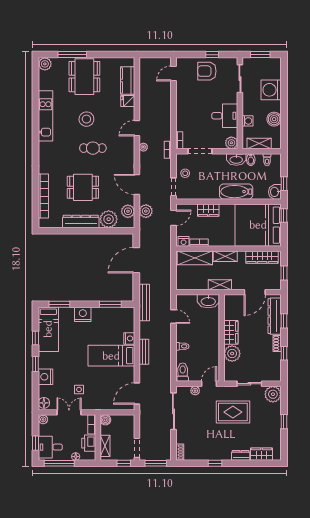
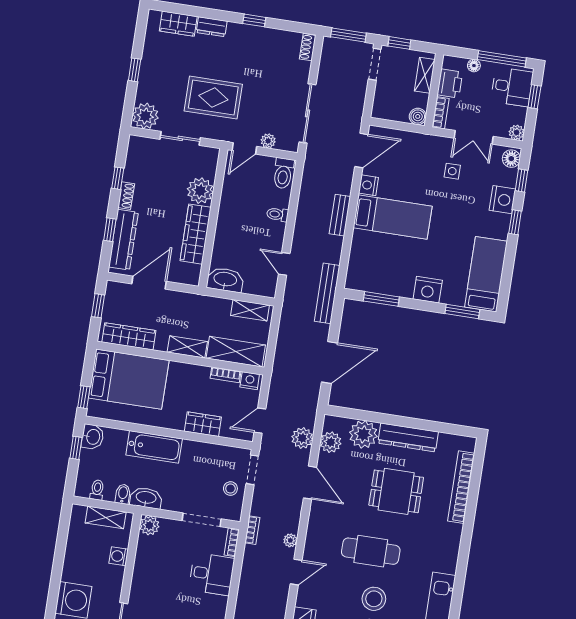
desk: (225, 116) -> (212, 574), moved, turned 180
boiler: (274, 119) -> (76, 553), removed
cafe table: (93, 148) -> (371, 551), width x1.37, depth x1.35
bed: (258, 225) -> (129, 379), width x0.73
shelving: (220, 285) -> (250, 310), moved
wardrobe: (231, 332) -> (196, 234), width x1.50
window: (35, 338) -> (521, 181), moved
nightstand: (129, 338) -> (368, 185), moved

